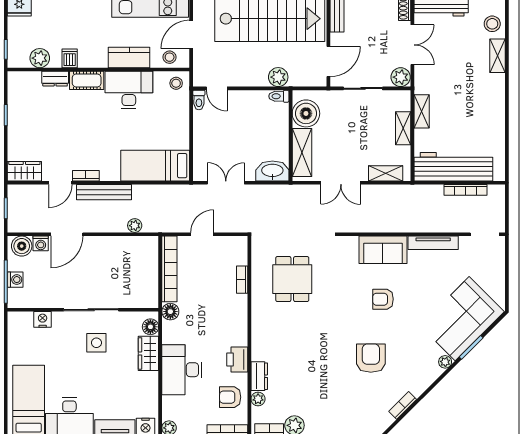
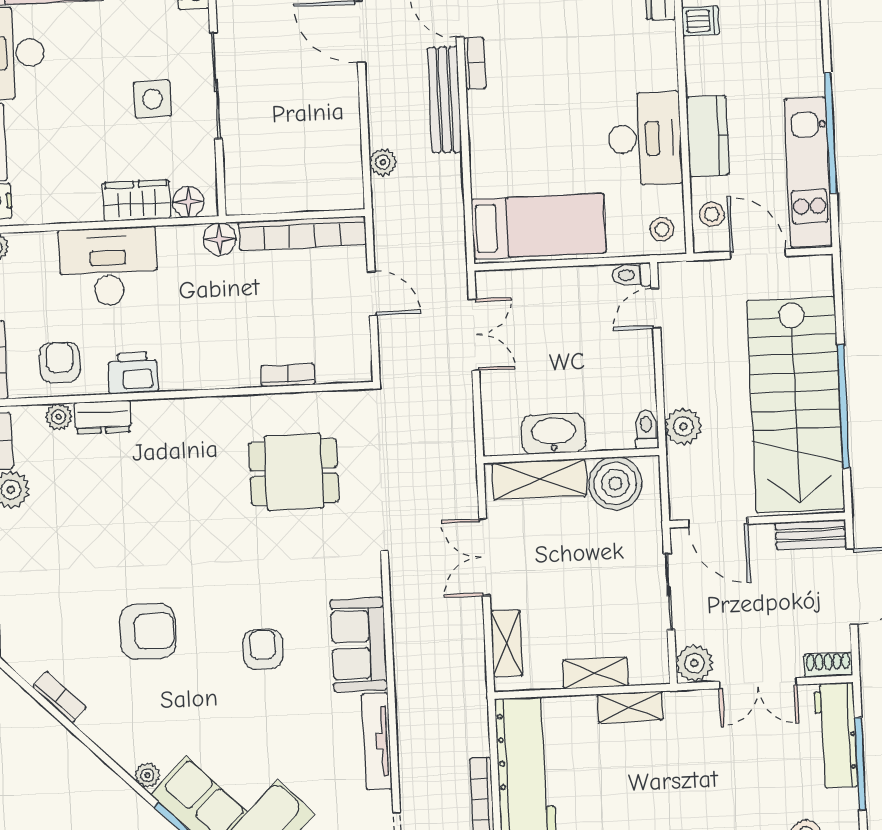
cot: (87, 80) -> (659, 56), removed
bed: (155, 166) -> (539, 226), moved, turned 90
washbasin: (272, 171) -> (553, 434), moved, turned -90

